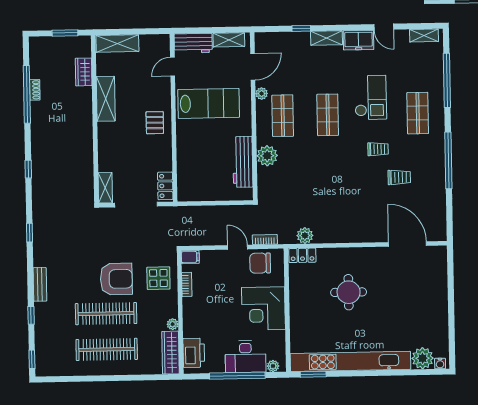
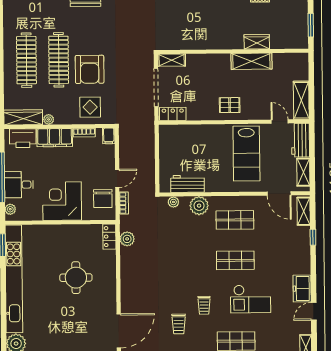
shelving: (326, 38) -> (304, 211), moved
shelving: (117, 43) -> (301, 100), moved
wardrobe: (84, 72) -> (257, 42), moved
plant: (262, 94) -> (173, 202), moved
workbench: (243, 162) -> (187, 184), width x0.73
chair: (260, 263) -> (103, 199), turned 180
filing cabinet: (193, 317) -> (55, 138), added
desk: (245, 357) -> (19, 185), width x0.73

